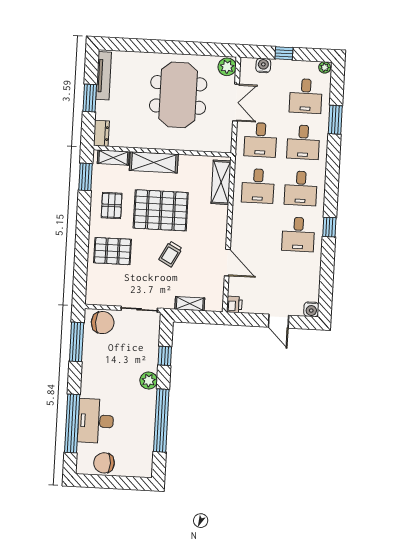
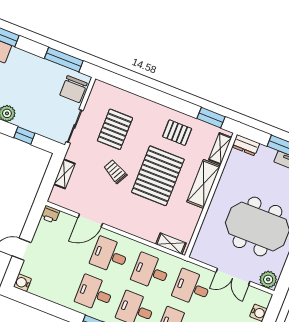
shelving: (221, 182) -> (171, 244), width x0.67, depth x0.75
desk: (255, 232) -> (110, 255), added
pallet: (113, 251) -> (115, 129), moved

